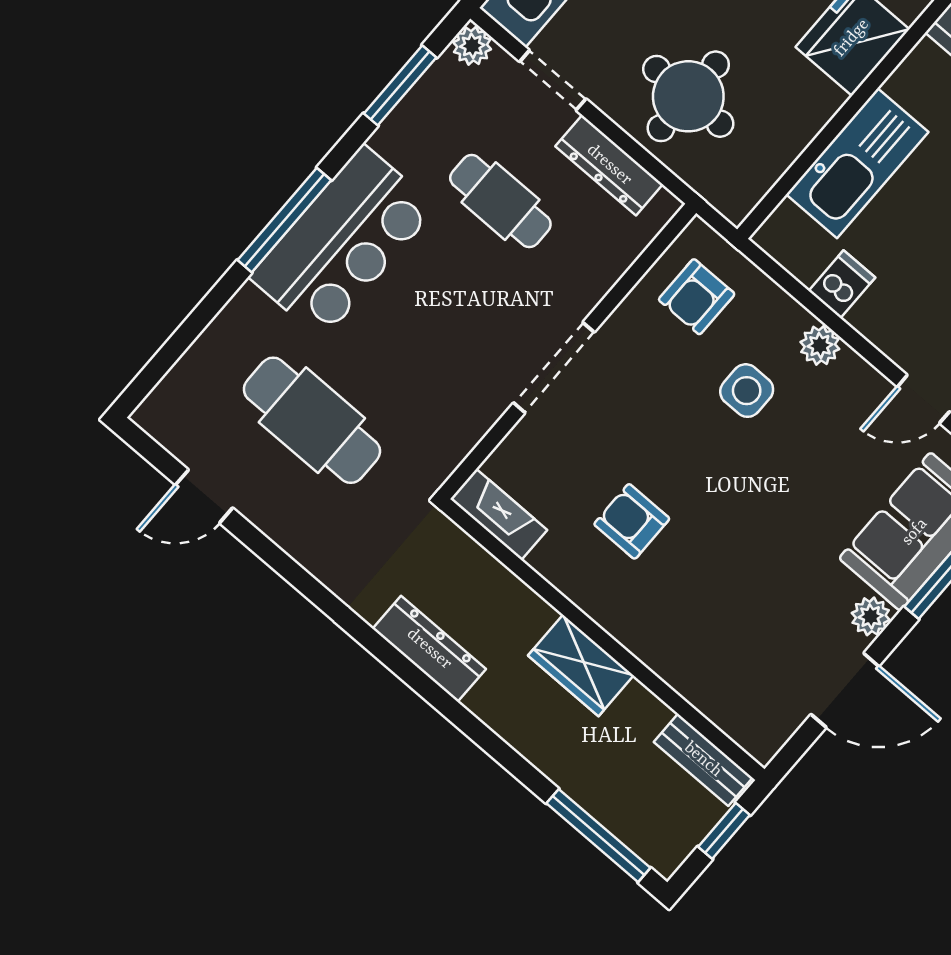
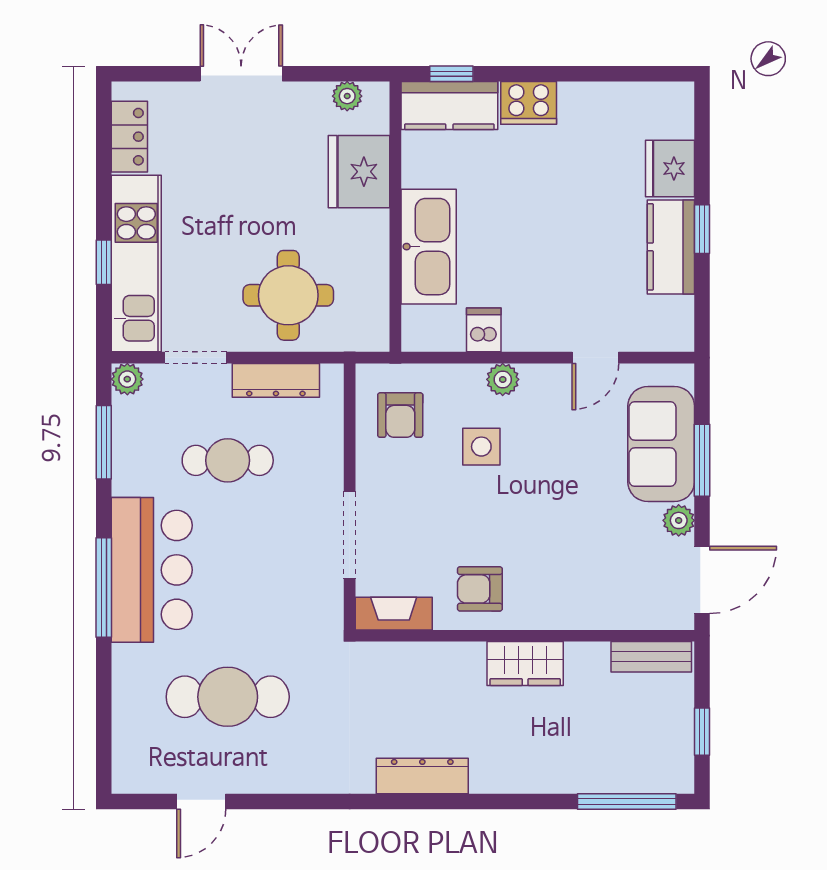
fireplace: (499, 514) -> (394, 614), moved
wall: (603, 640) -> (525, 636), moved
wardrobe: (581, 665) -> (525, 664), moved
bench: (703, 760) -> (651, 657), moved

